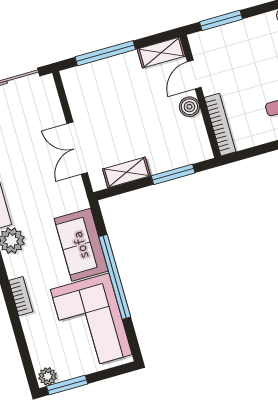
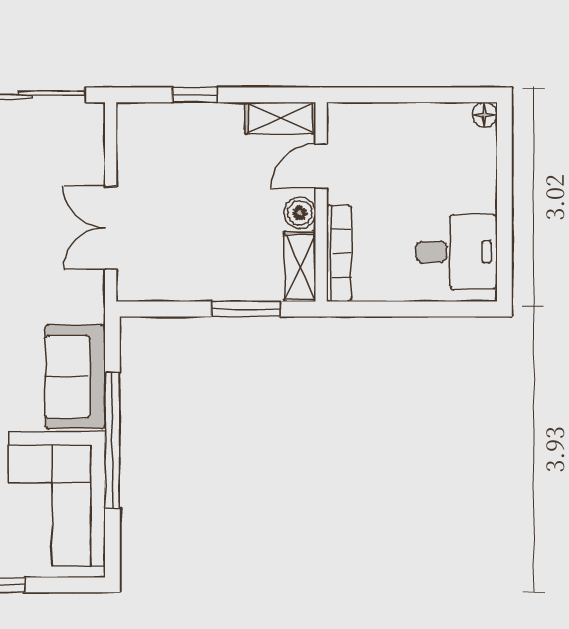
window: (221, 20) -> (385, 95), removed
window: (105, 53) -> (195, 95), width x0.46
shelving: (126, 172) -> (300, 267), moved, turned 90

